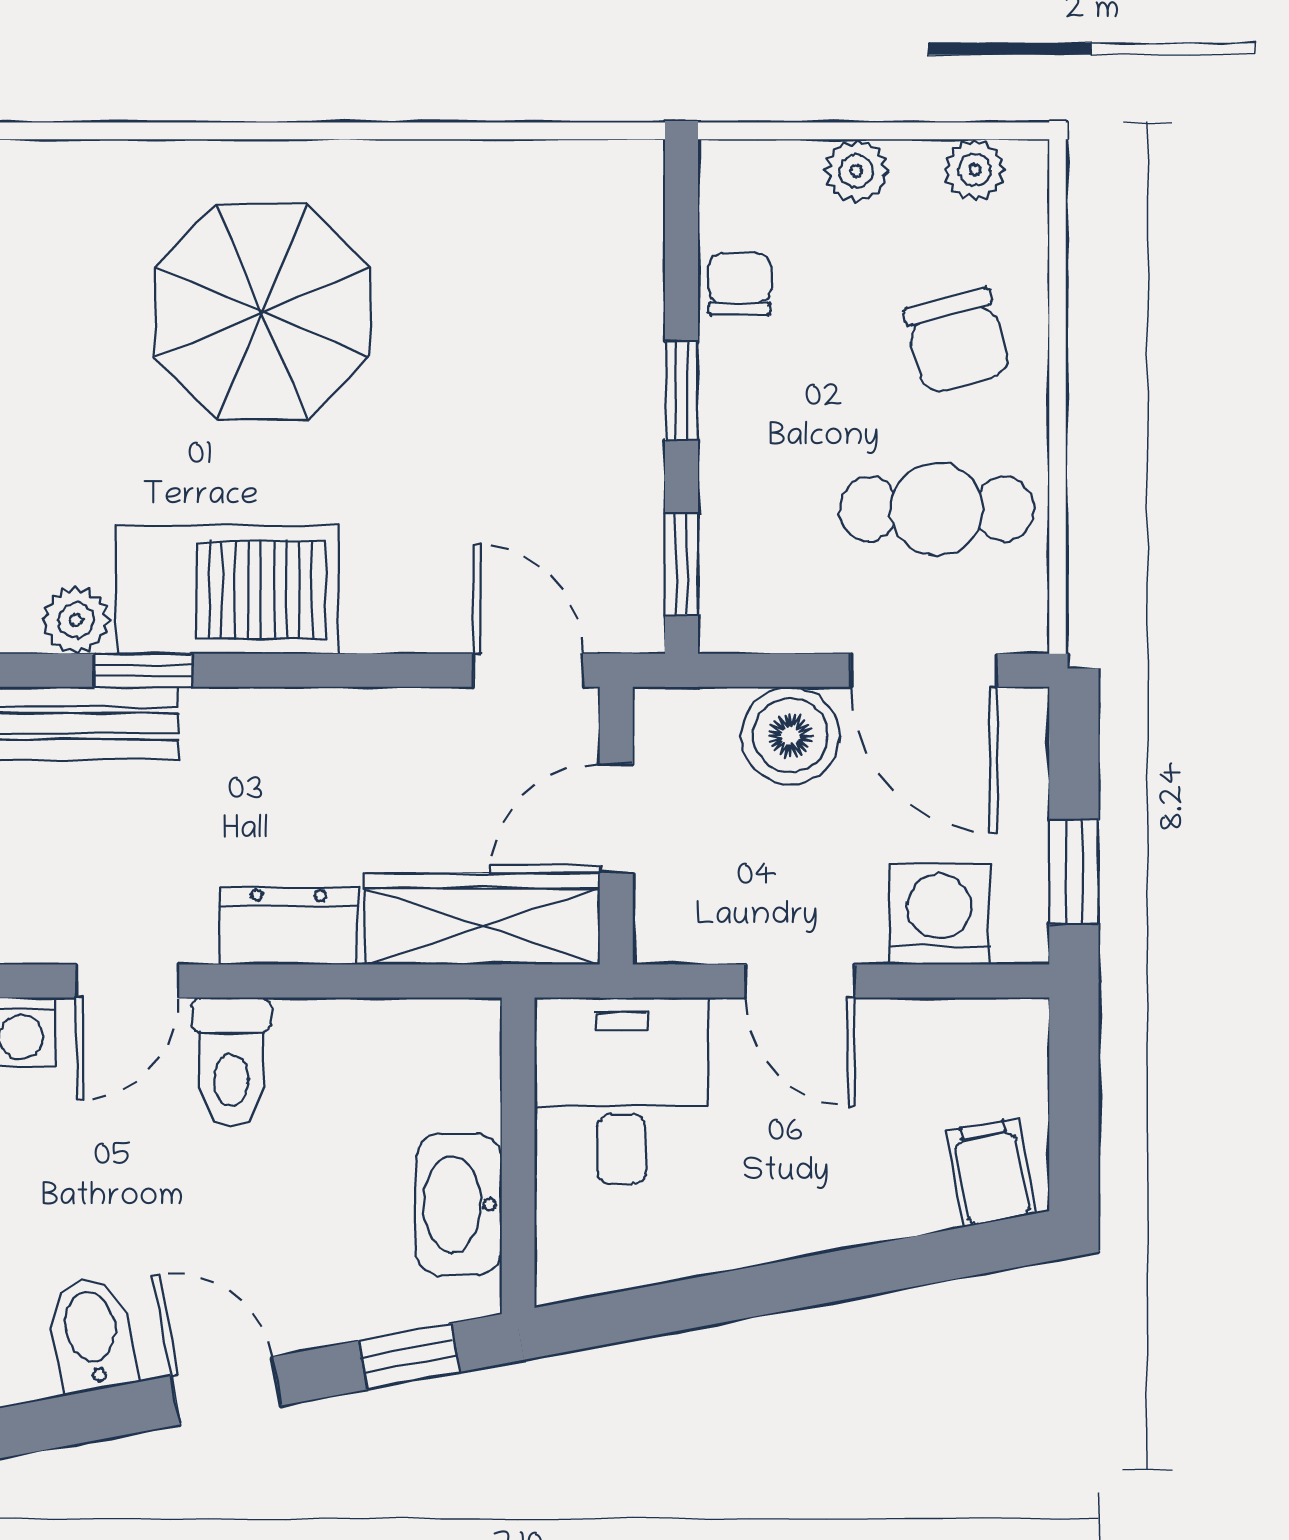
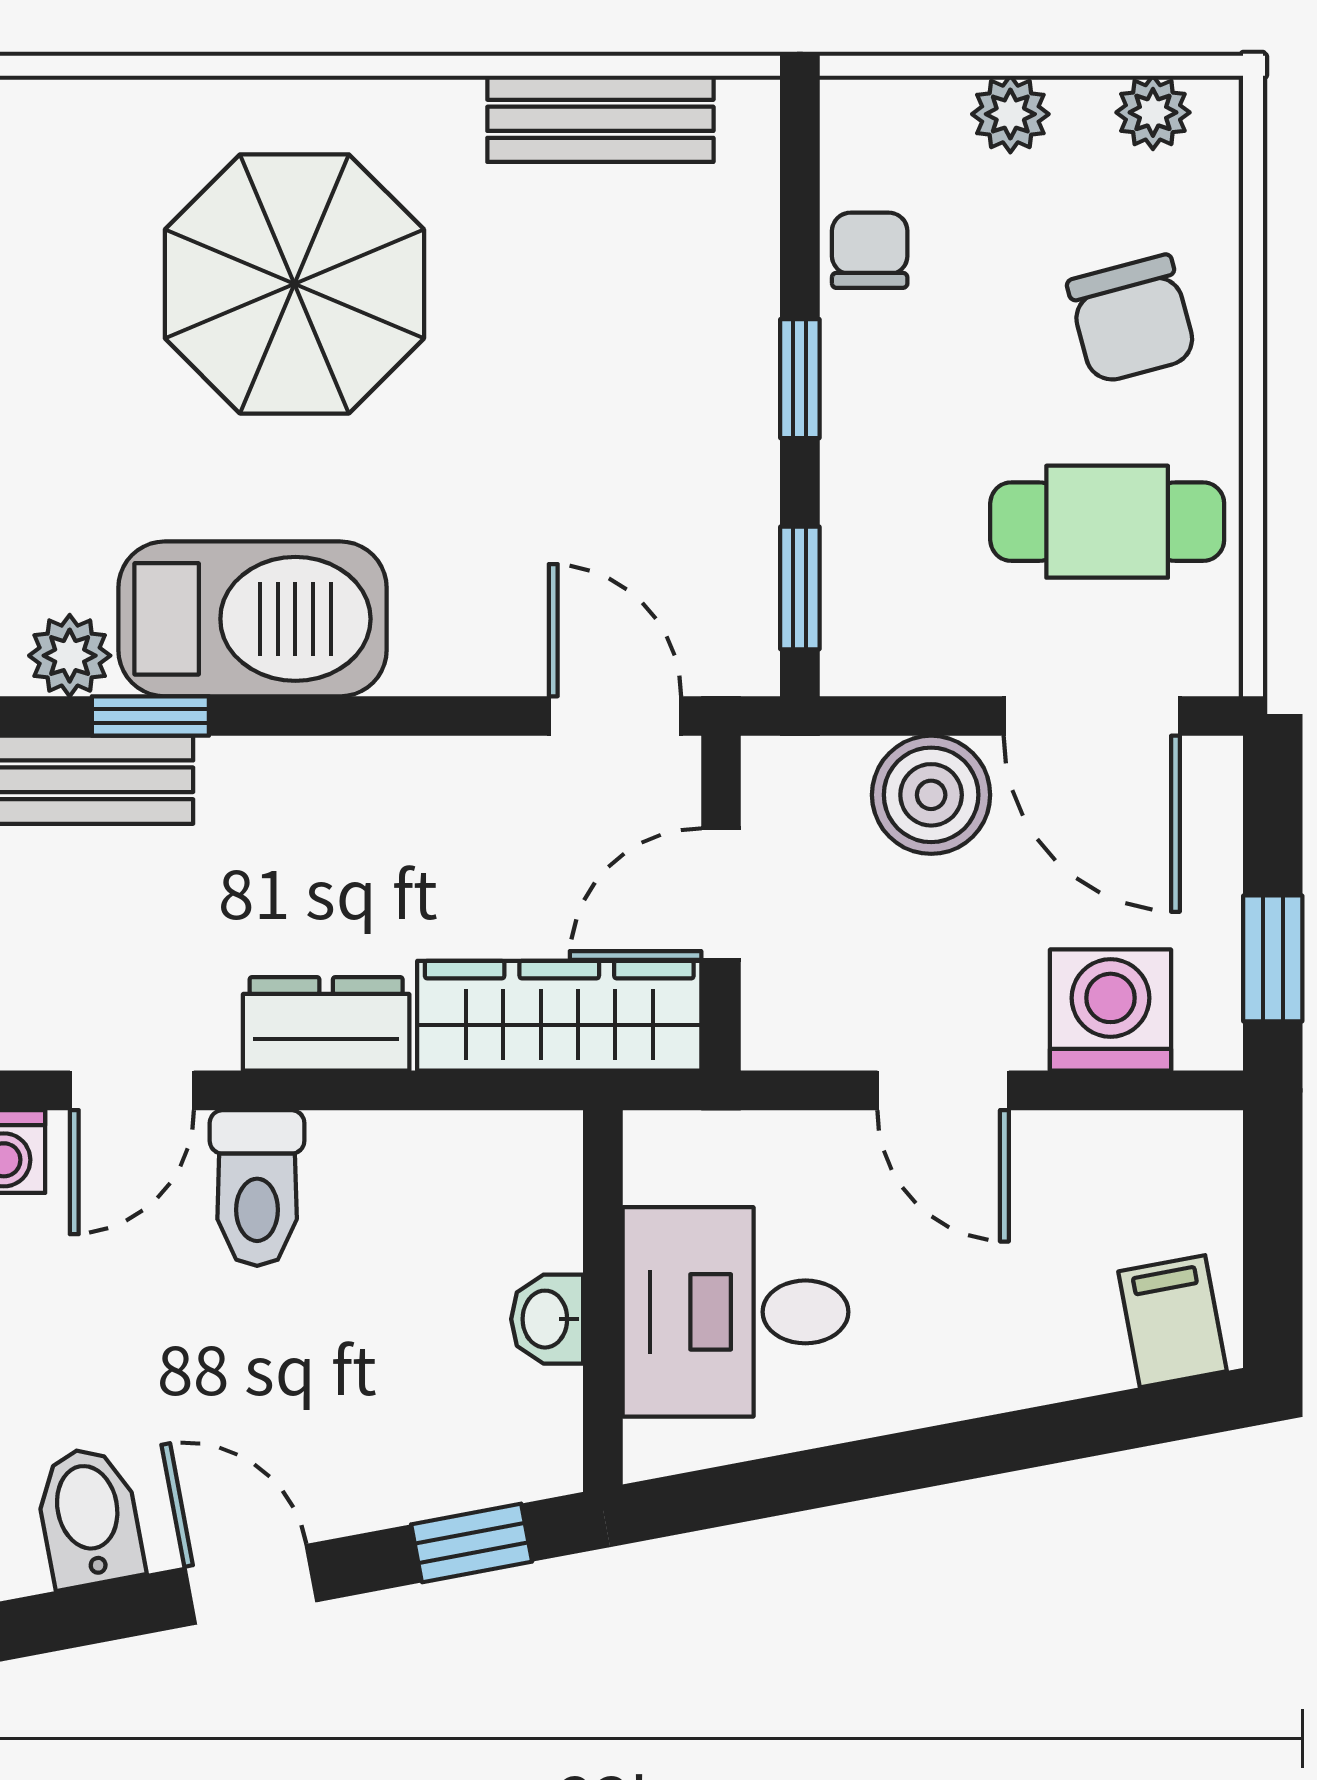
bench: (516, 175) -> (600, 119), added
desk: (621, 1091) -> (735, 1312), moved, turned -90
washbasin: (459, 1204) -> (547, 1319), width x0.52, depth x0.69

